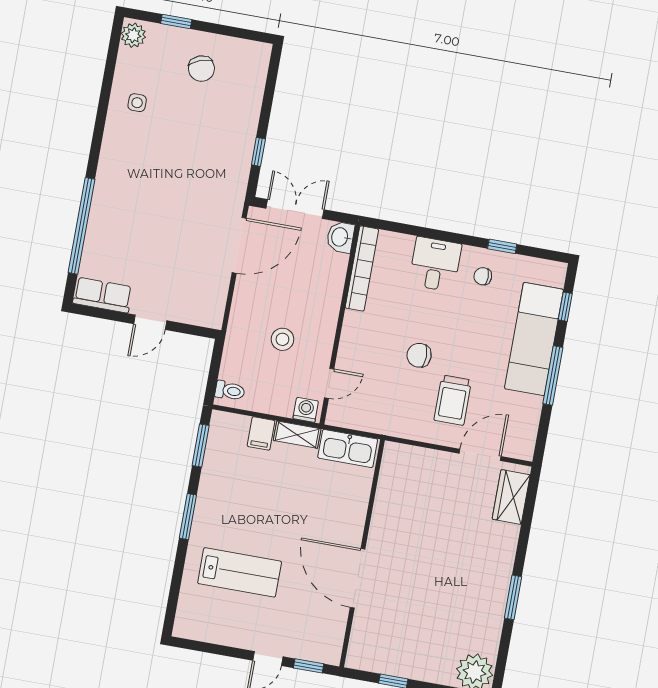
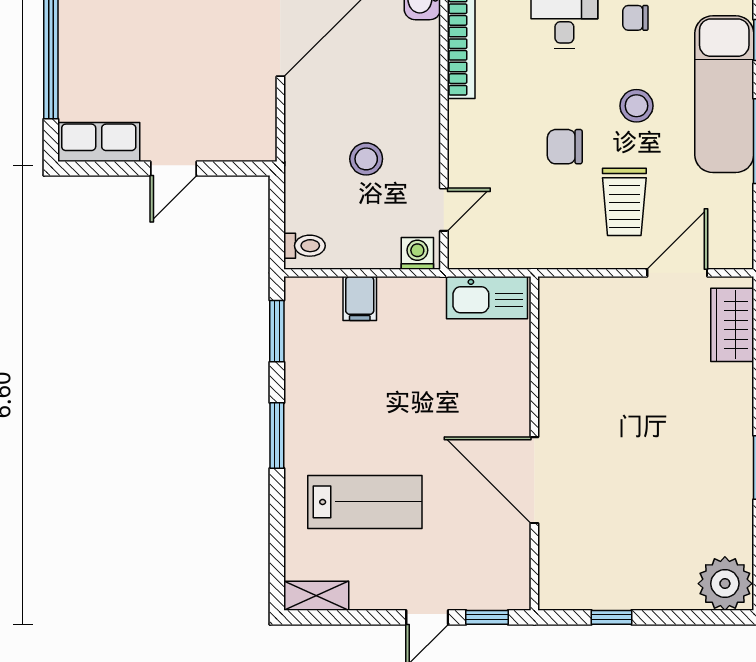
stool: (473, 336) -> (636, 106), added
shelving: (297, 435) -> (316, 596), moved

